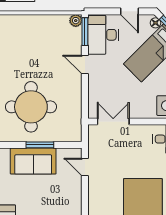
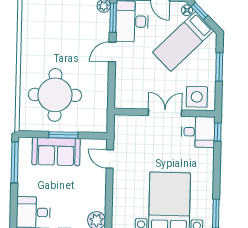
door: (85, 64) -> (112, 52), hinge flipped
double door: (113, 121) -> (165, 113), moved

